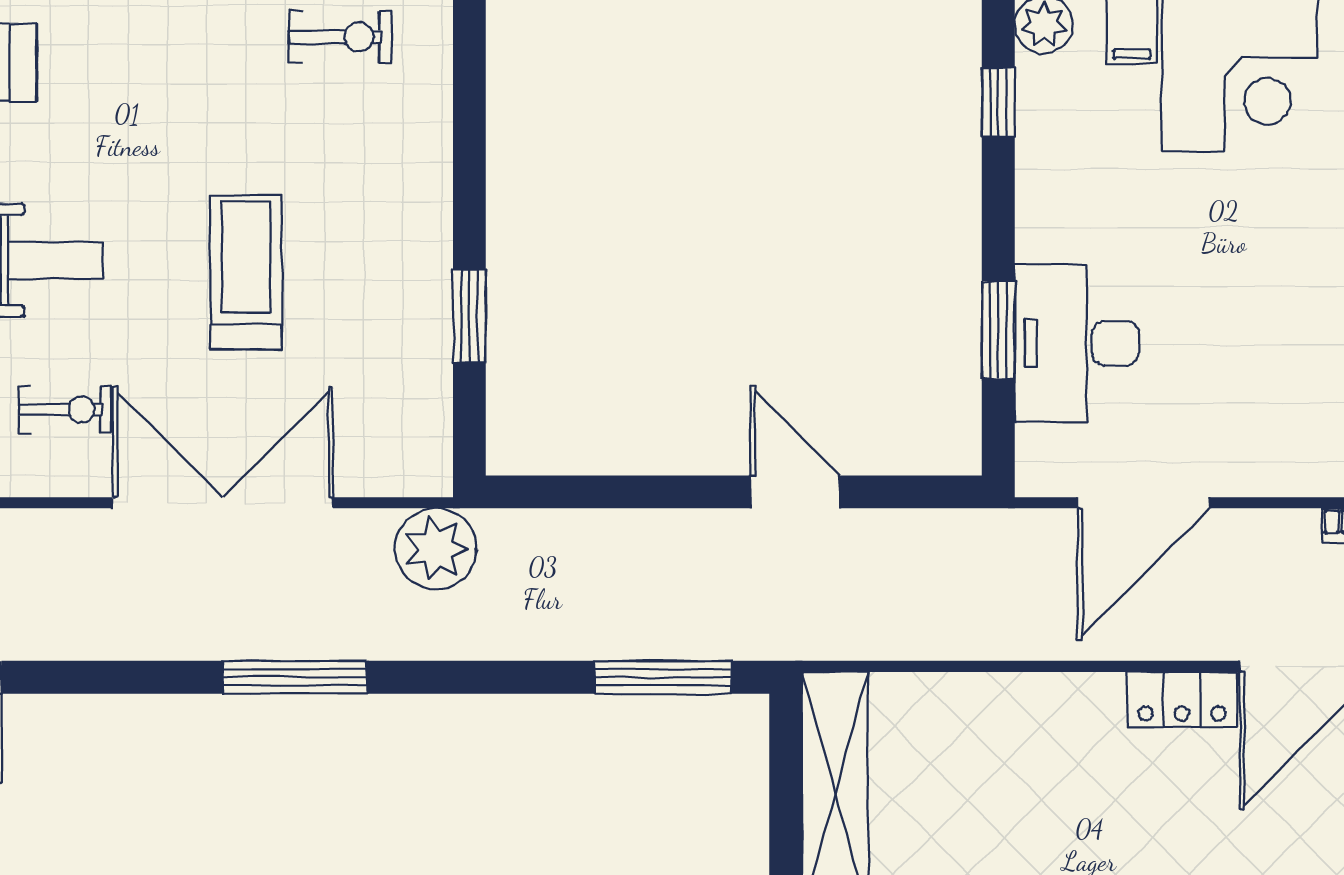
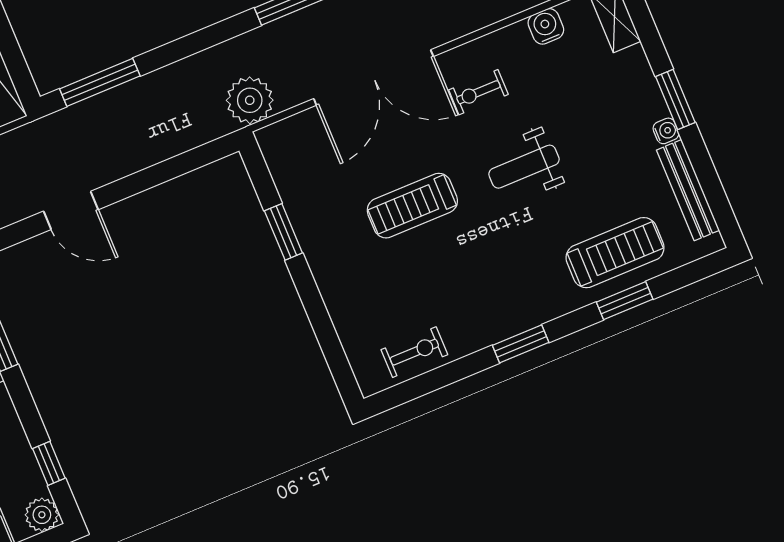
exercise bike: (340, 37) -> (414, 352), turned 180
treadmill: (246, 272) -> (412, 206), turned 90

